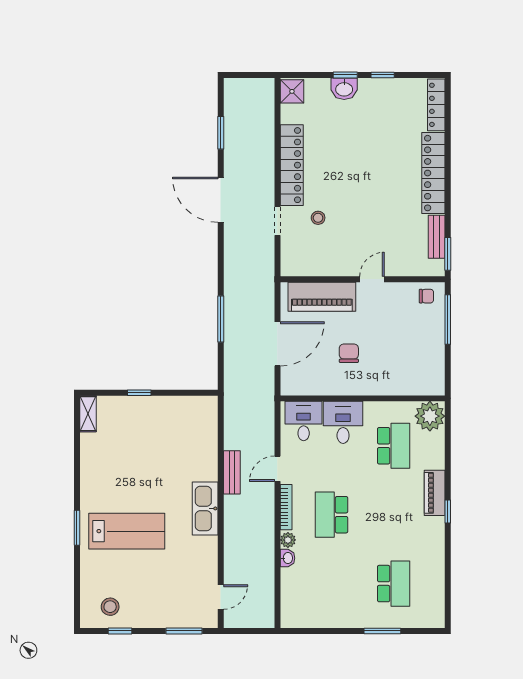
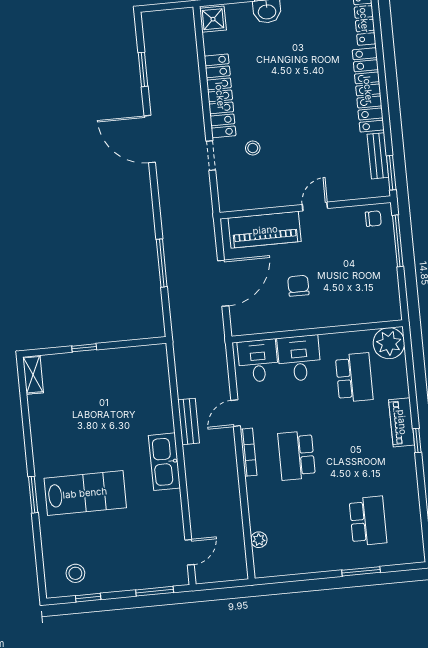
plant: (288, 540) -> (259, 540), moved
washbasin: (288, 558) -> (255, 505), removed

